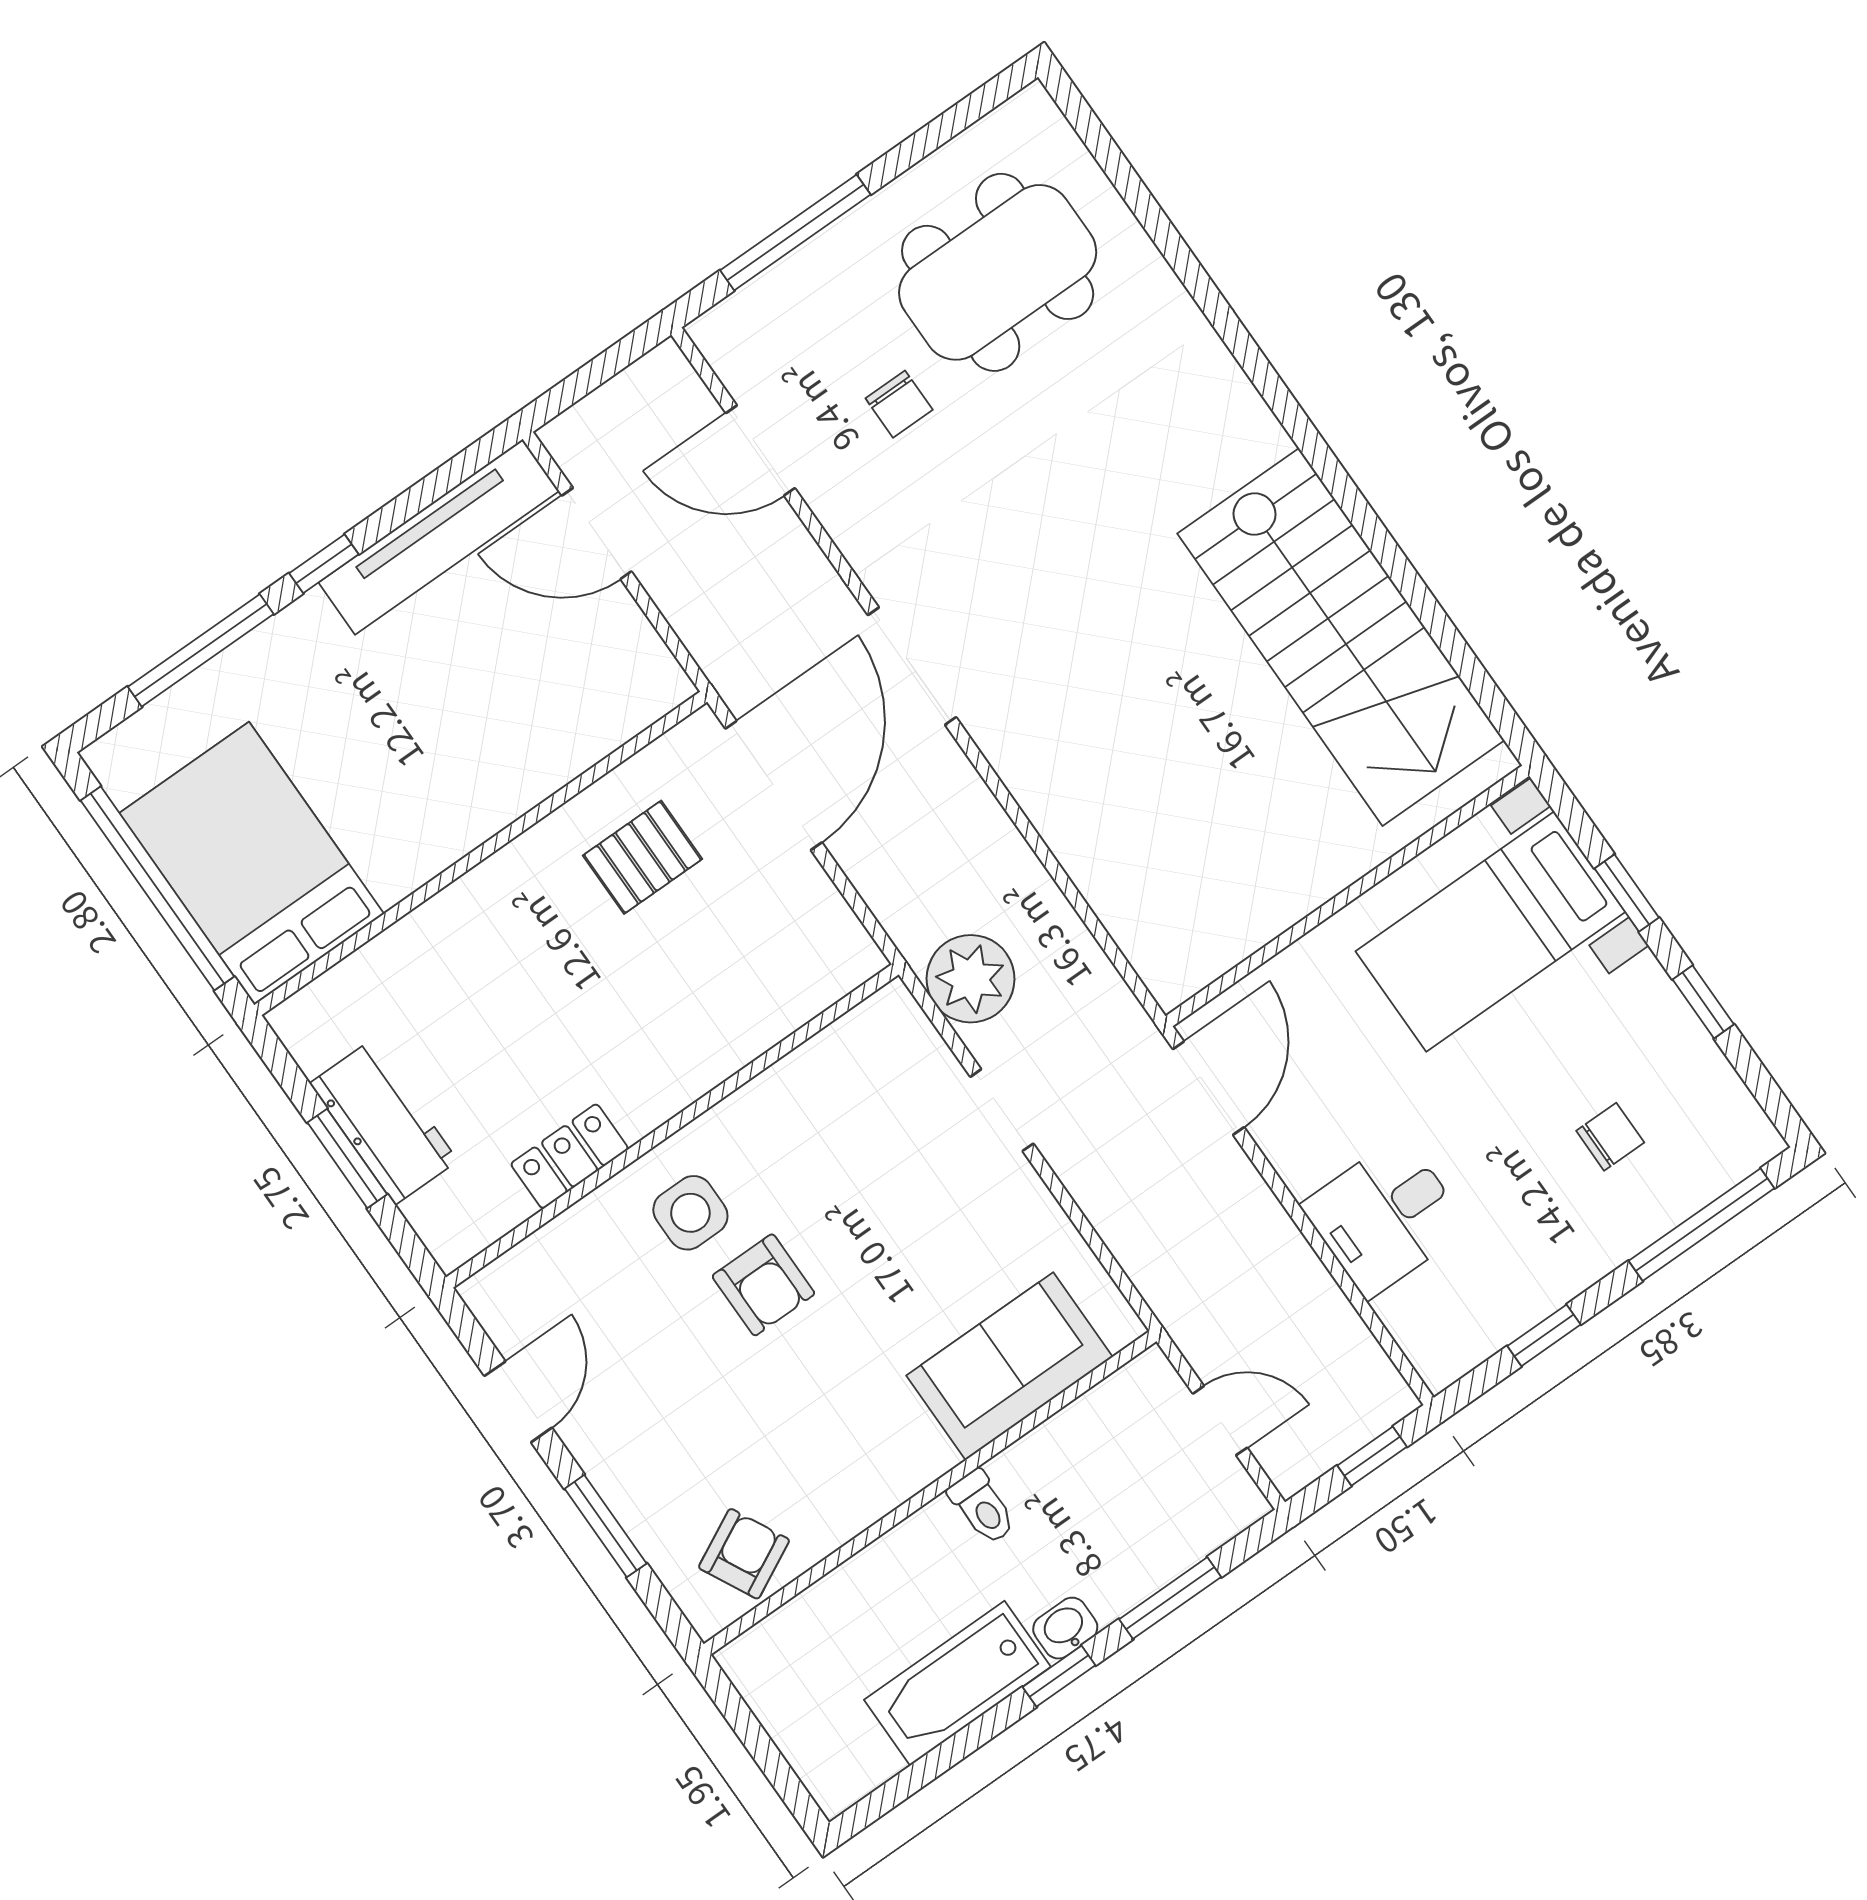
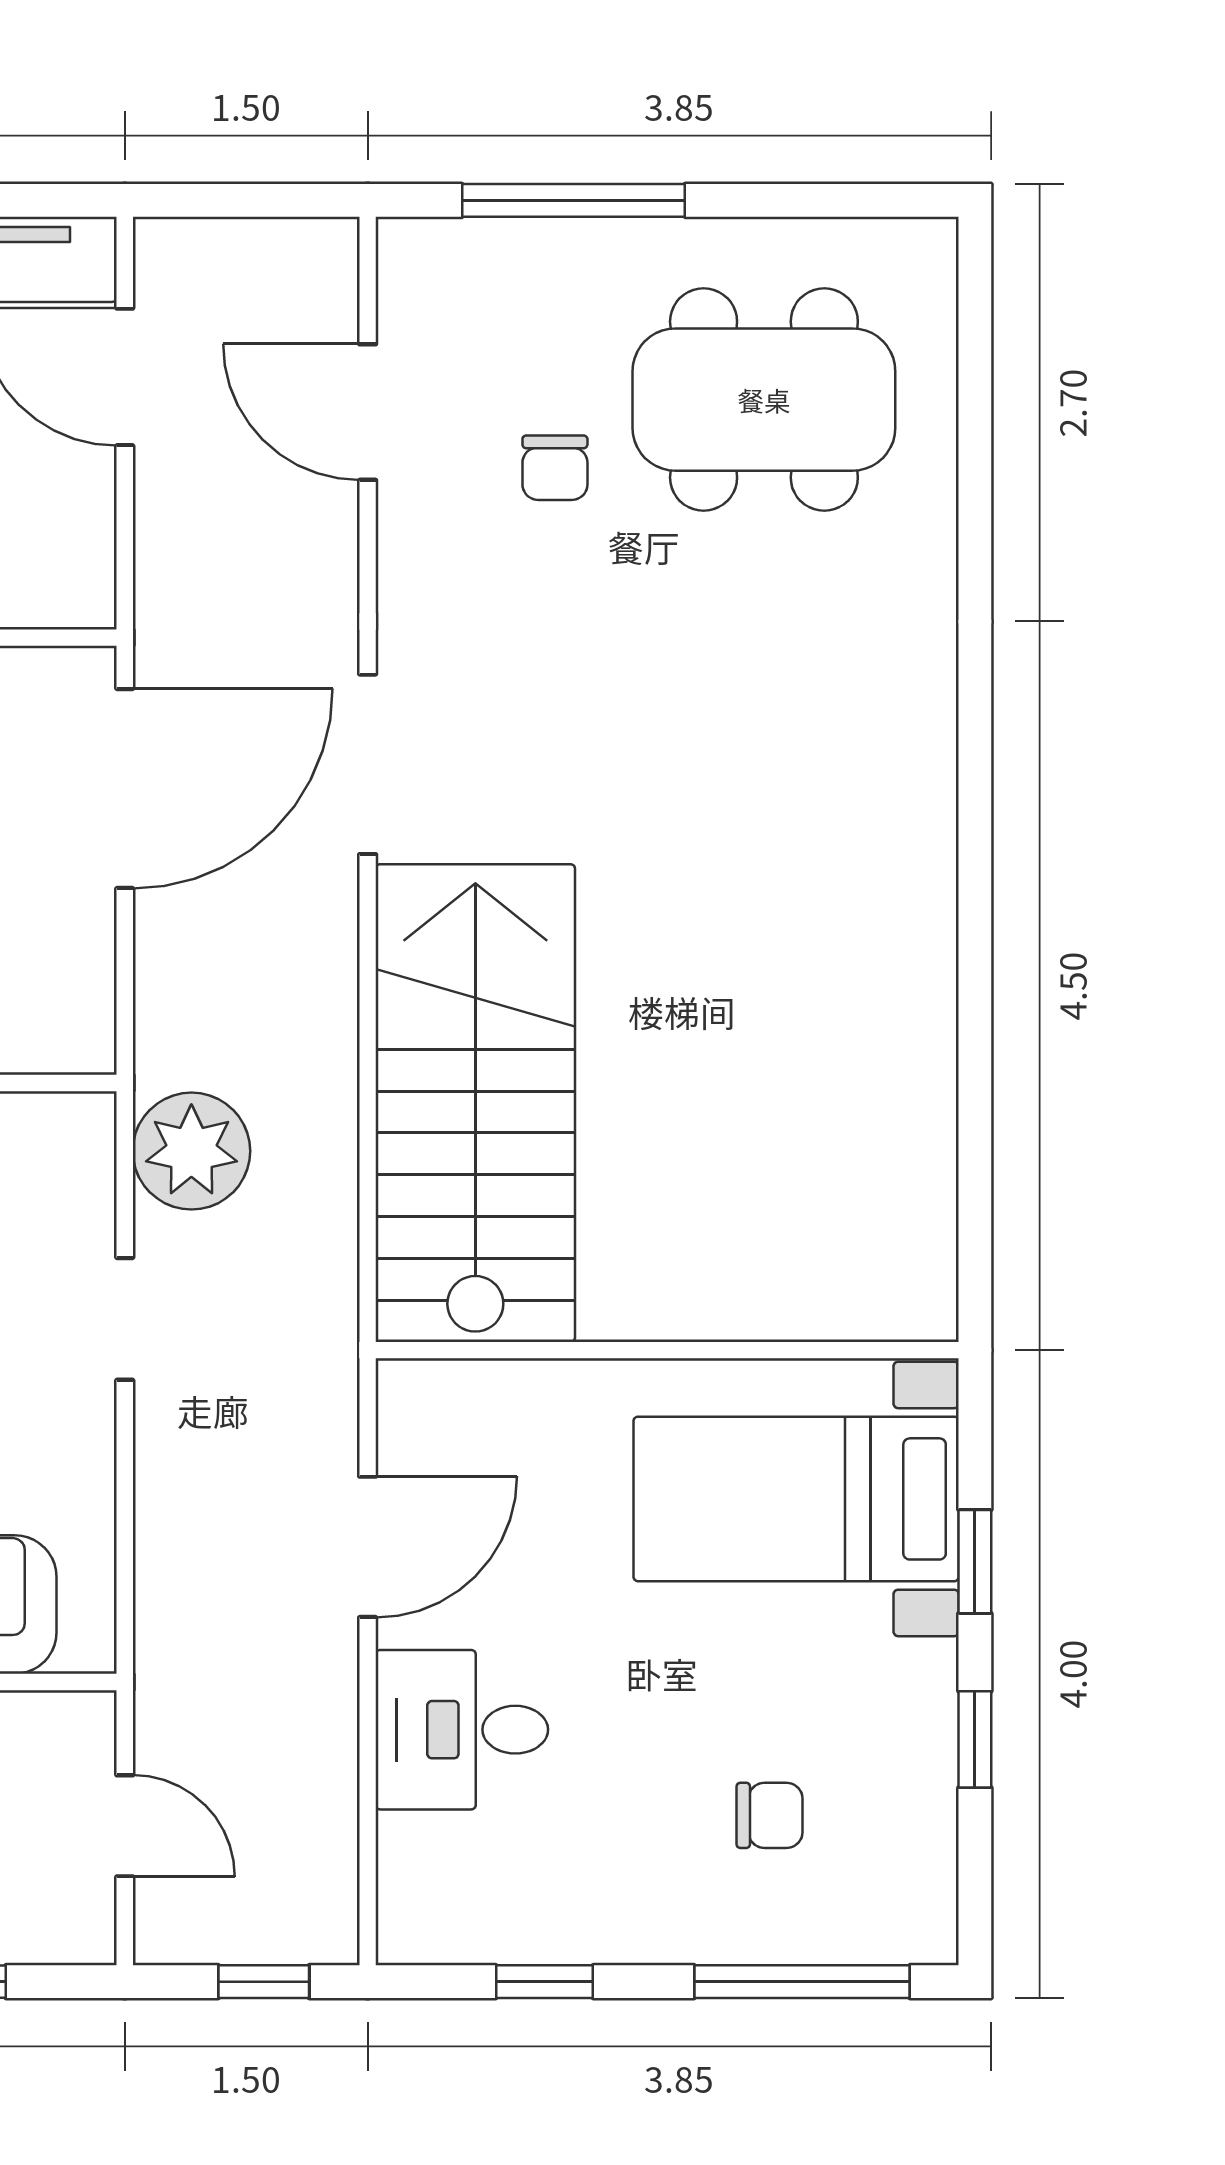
stairs: (1341, 637) -> (475, 1103), moved, turned 180
door: (1208, 1088) -> (368, 1547), moved

